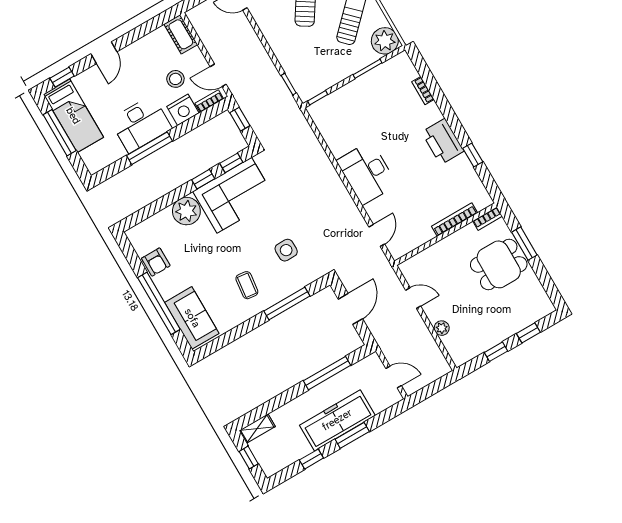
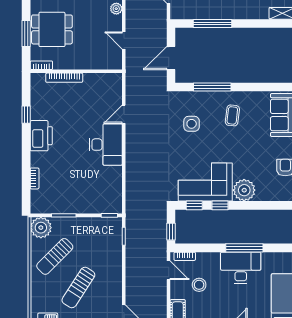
nightstand: (183, 110) -> (206, 261), removed
door: (377, 235) -> (124, 114), moved

